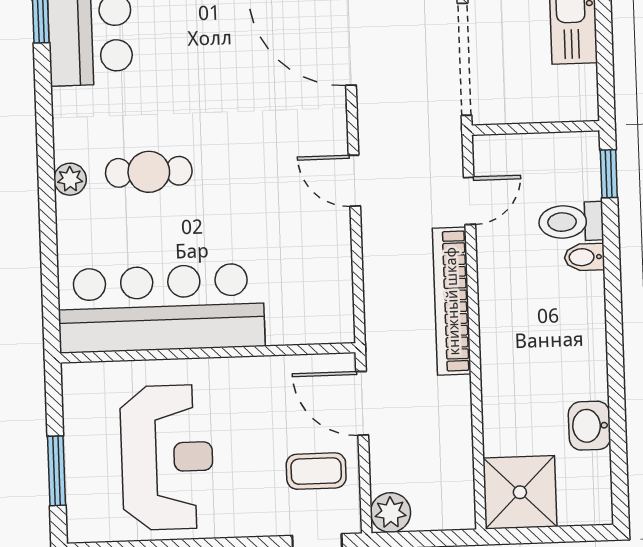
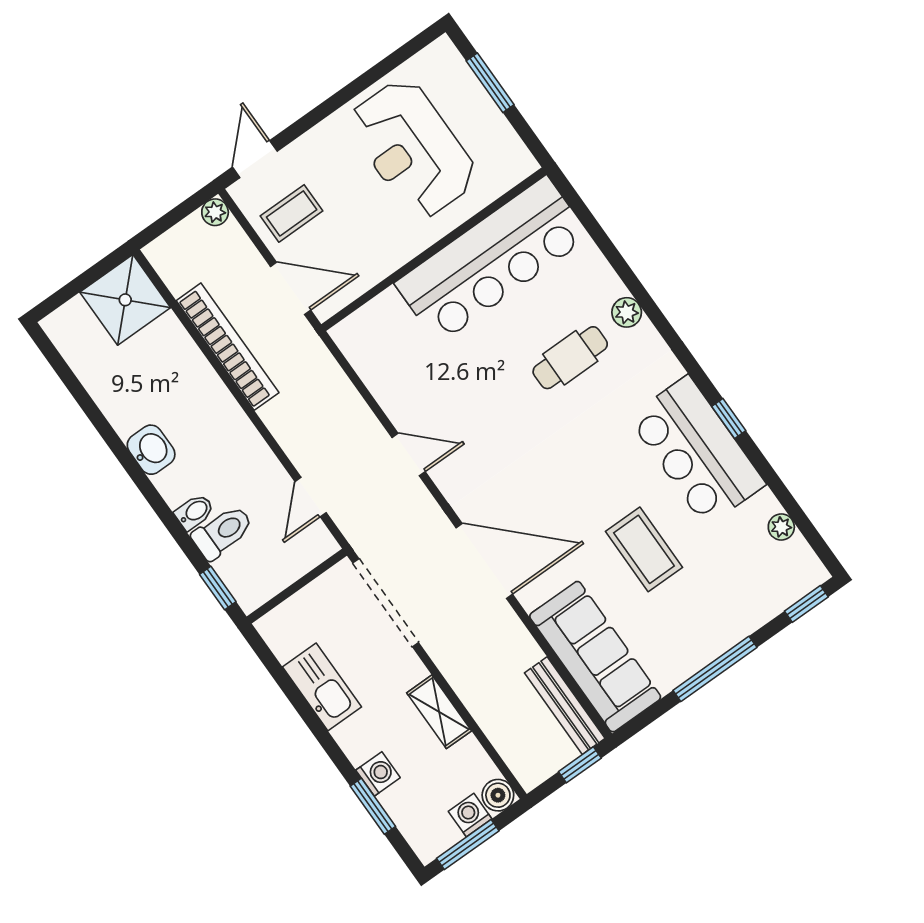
bookcase: (452, 301) -> (228, 347), moved
washbasin: (589, 426) -> (151, 450), moved
plant: (391, 513) -> (215, 212), width x0.73, depth x0.73

